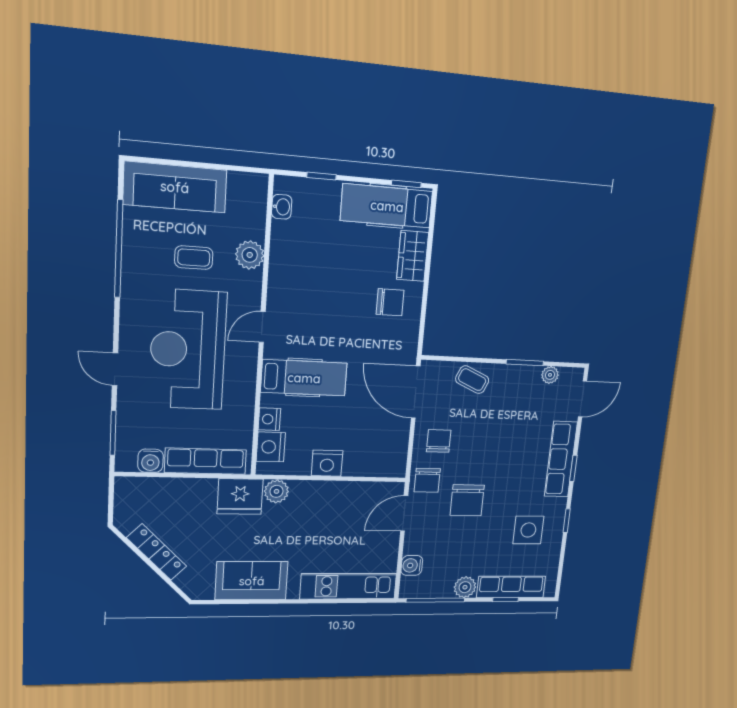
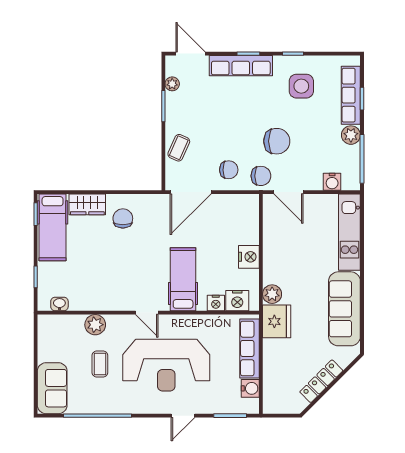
sofa: (175, 187) -> (52, 388), width x0.73
chair: (439, 441) -> (229, 170), turned 180
sofa: (252, 581) -> (344, 309), width x1.36

